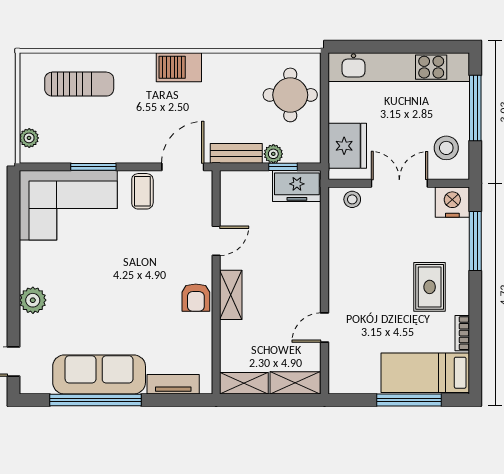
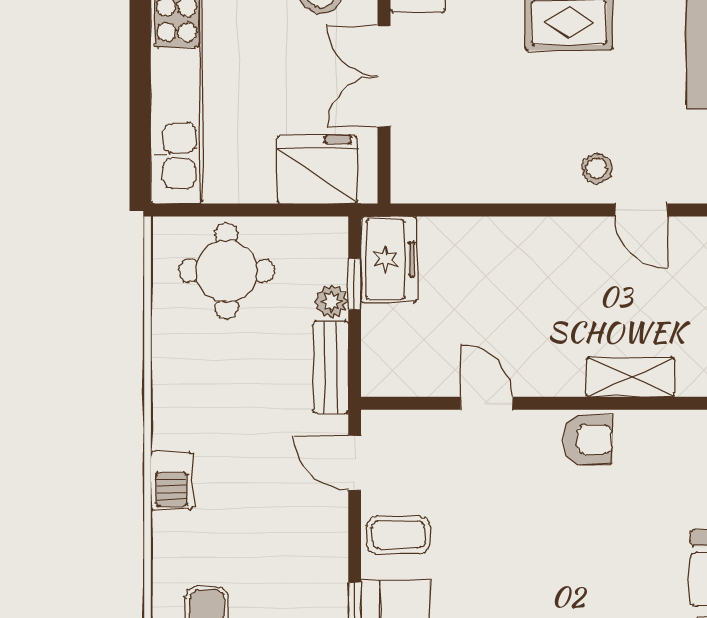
barbecue: (179, 67) -> (171, 481), width x0.73, depth x0.79
door: (183, 167) -> (355, 463), width x0.73
stool: (352, 199) -> (597, 169), moved
shelving: (231, 295) -> (630, 377), moved

